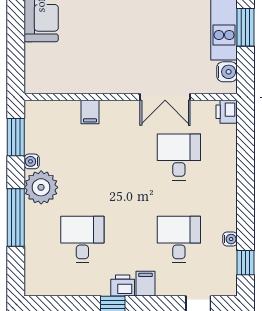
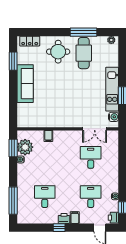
double door: (165, 97) -> (95, 129), moved
printer: (227, 112) -> (113, 218), moved
plant: (41, 187) -> (25, 147), moved
window: (16, 218) -> (13, 201), moved

